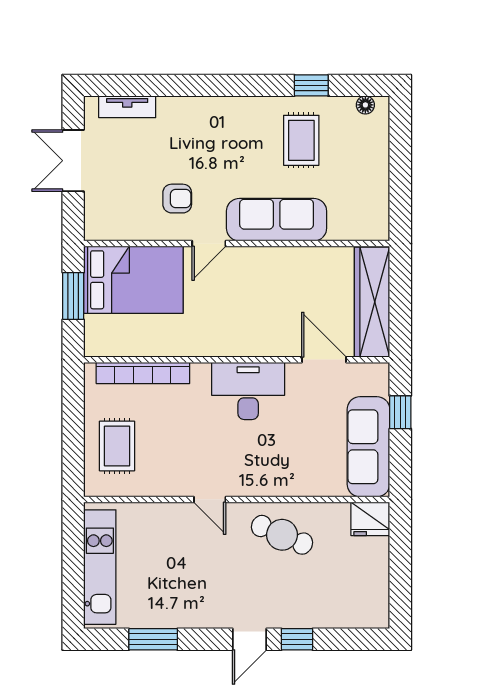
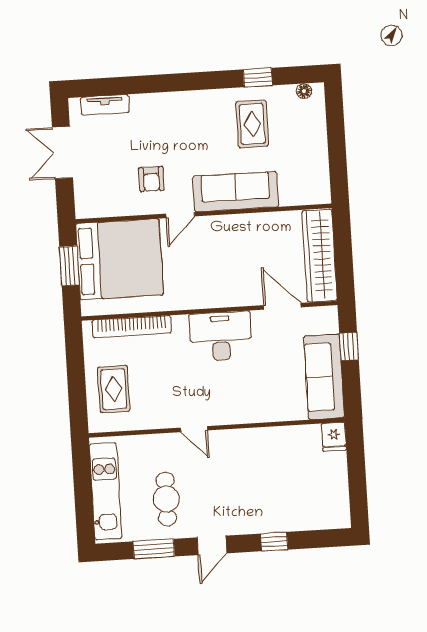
armchair: (177, 199) -> (151, 179), turned 90
bed: (133, 280) -> (120, 259), width x1.36
fridge: (370, 519) -> (334, 437), width x0.72
cafe table: (282, 535) -> (166, 499), moved, turned 67
door: (250, 639) -> (212, 545), moved

